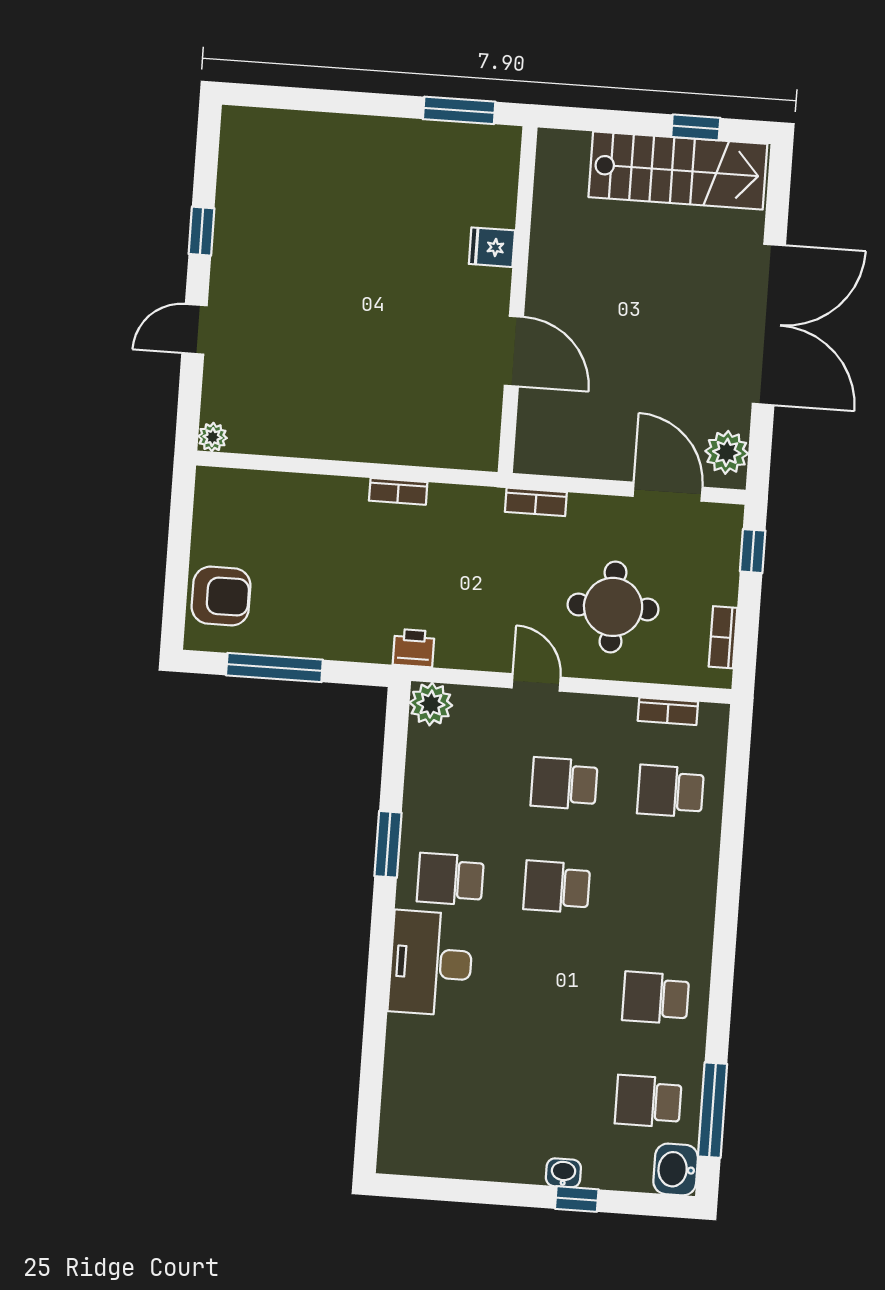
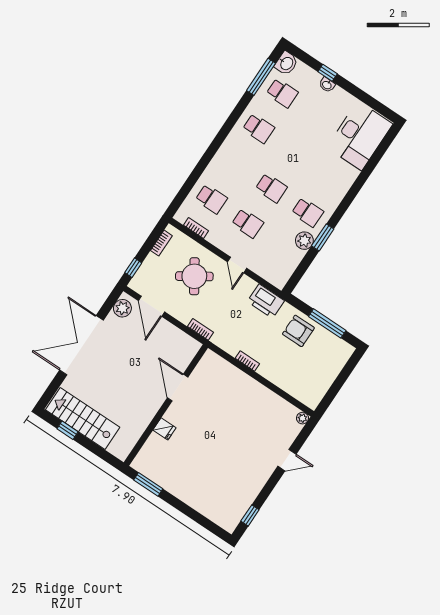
window: (202, 231) -> (250, 515), moved
armchair: (221, 596) -> (298, 331), moved
round table: (613, 607) -> (194, 276), turned -33
printer: (414, 648) -> (266, 301), width x1.87, depth x1.48
plant: (431, 704) -> (304, 241), moved
desk: (431, 963) -> (360, 136), moved, width x1.36, depth x1.30

